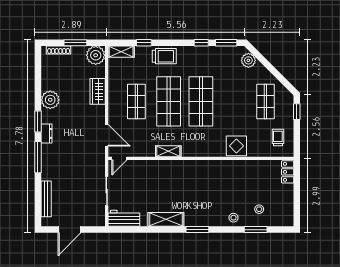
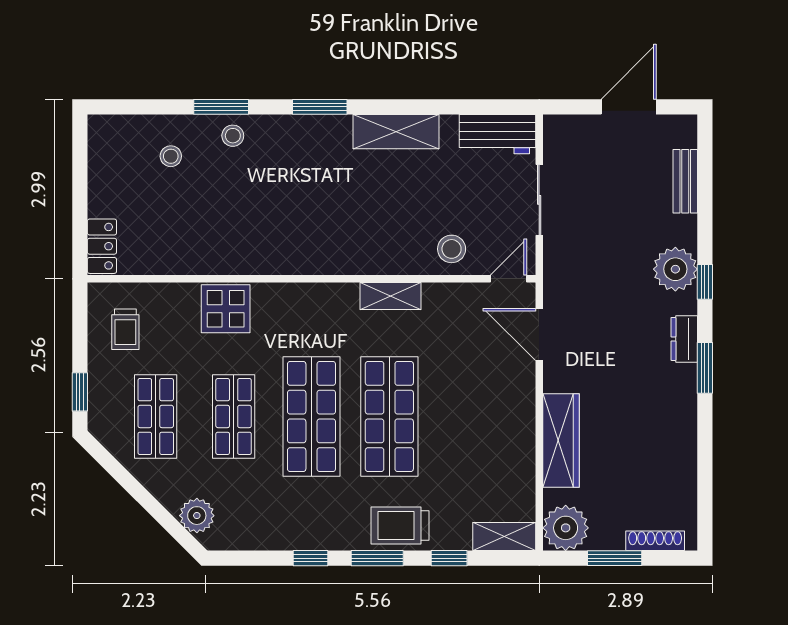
window: (226, 43) -> (377, 558), moved
wardrobe: (98, 91) -> (561, 440), width x1.50
plant: (50, 100) -> (675, 269), moved
shop shelf: (136, 101) -> (234, 416), moved
window: (38, 157) -> (705, 282), width x0.46
stool: (143, 171) -> (452, 249), added
bench: (46, 199) -> (685, 181), width x0.73
window: (256, 230) -> (221, 107), moved

